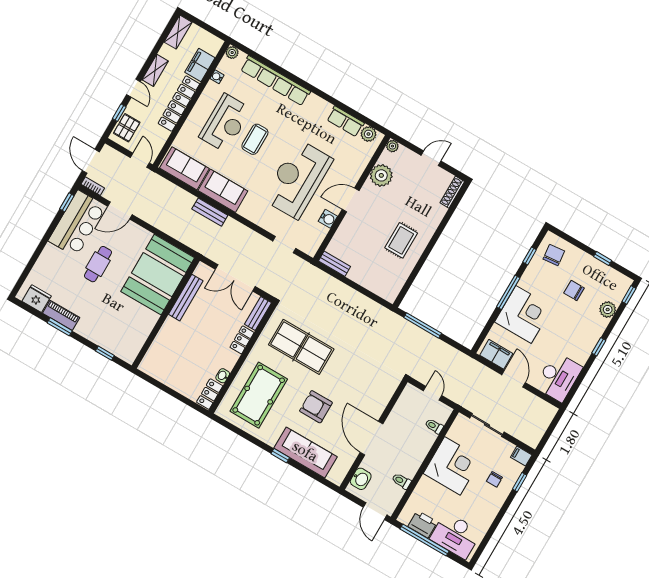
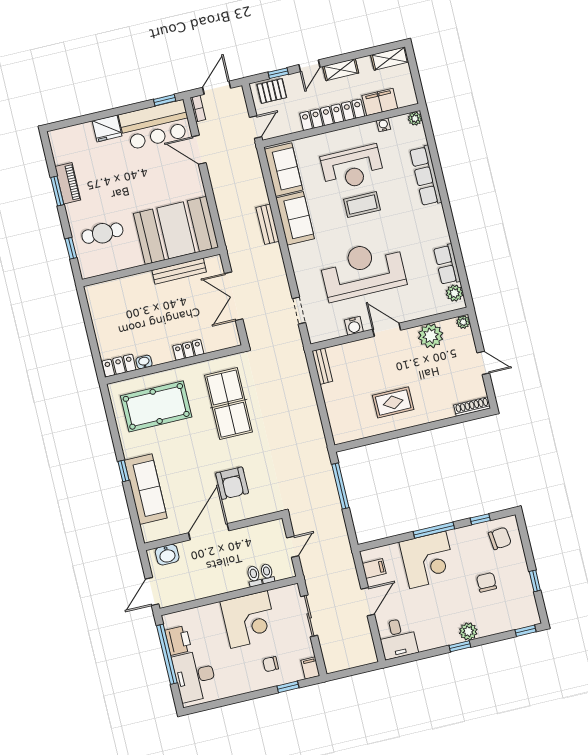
row of seats: (275, 81) -> (426, 176), width x0.73
cafe table: (98, 264) -> (102, 233), moved
fridge: (37, 299) -> (107, 128), moved, turned 90
plant: (608, 310) -> (468, 631), moved
bench: (258, 314) -> (222, 342), removed
filing cabinet: (496, 354) -> (374, 568), width x0.50
desk: (558, 377) -> (398, 638), width x0.73
armchair: (316, 407) -> (232, 483), moved, turned 180
toilet: (401, 481) -> (254, 576), moved

